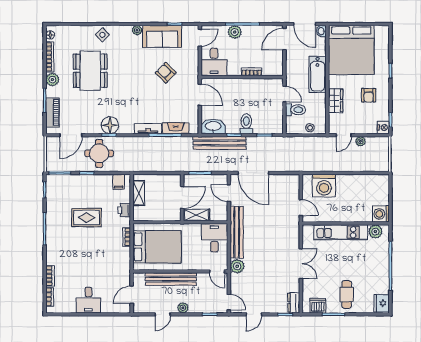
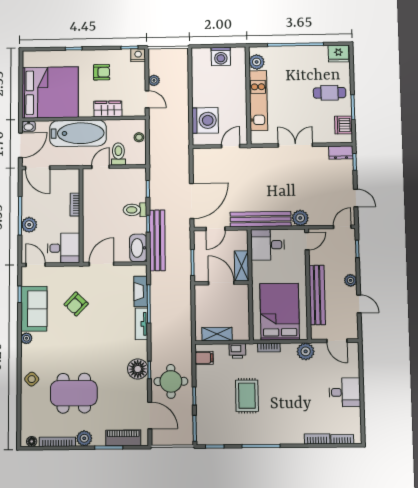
bathtub: (318, 74) -> (78, 133), width x1.36, depth x1.36
washing machine: (381, 214) -> (221, 56), moved
plant: (123, 268) -> (306, 351), added

